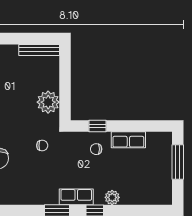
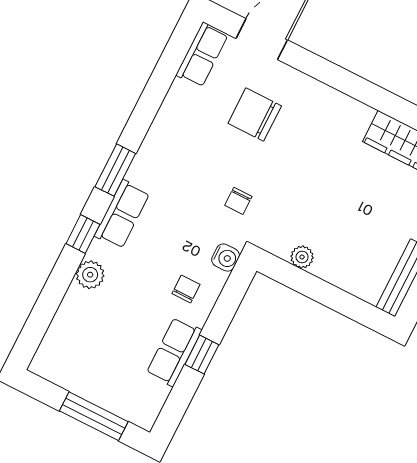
plant: (48, 102) -> (302, 257), width x0.53, depth x0.53
window: (98, 126) -> (202, 355), moved
water cooler: (72, 138) -> (226, 258), added

